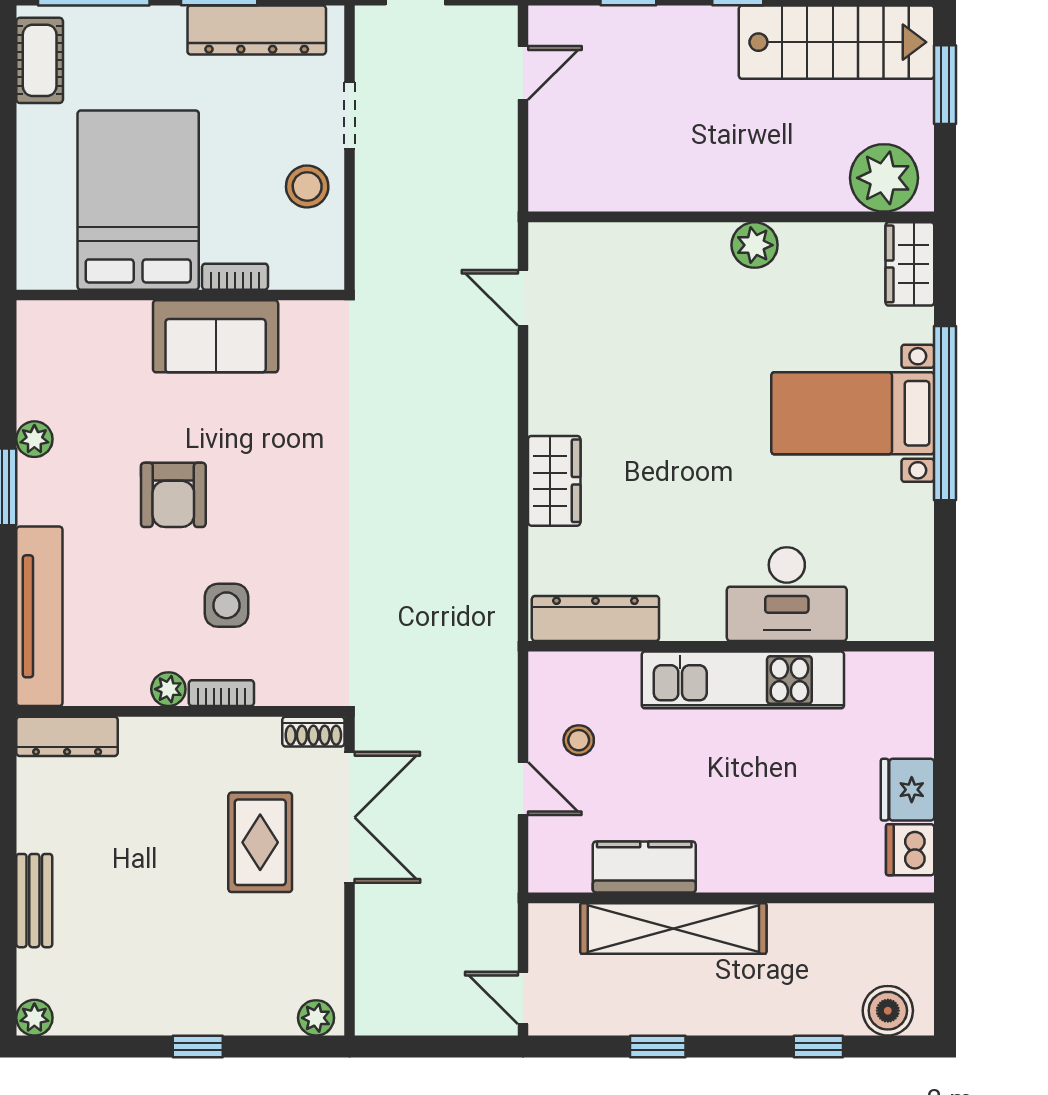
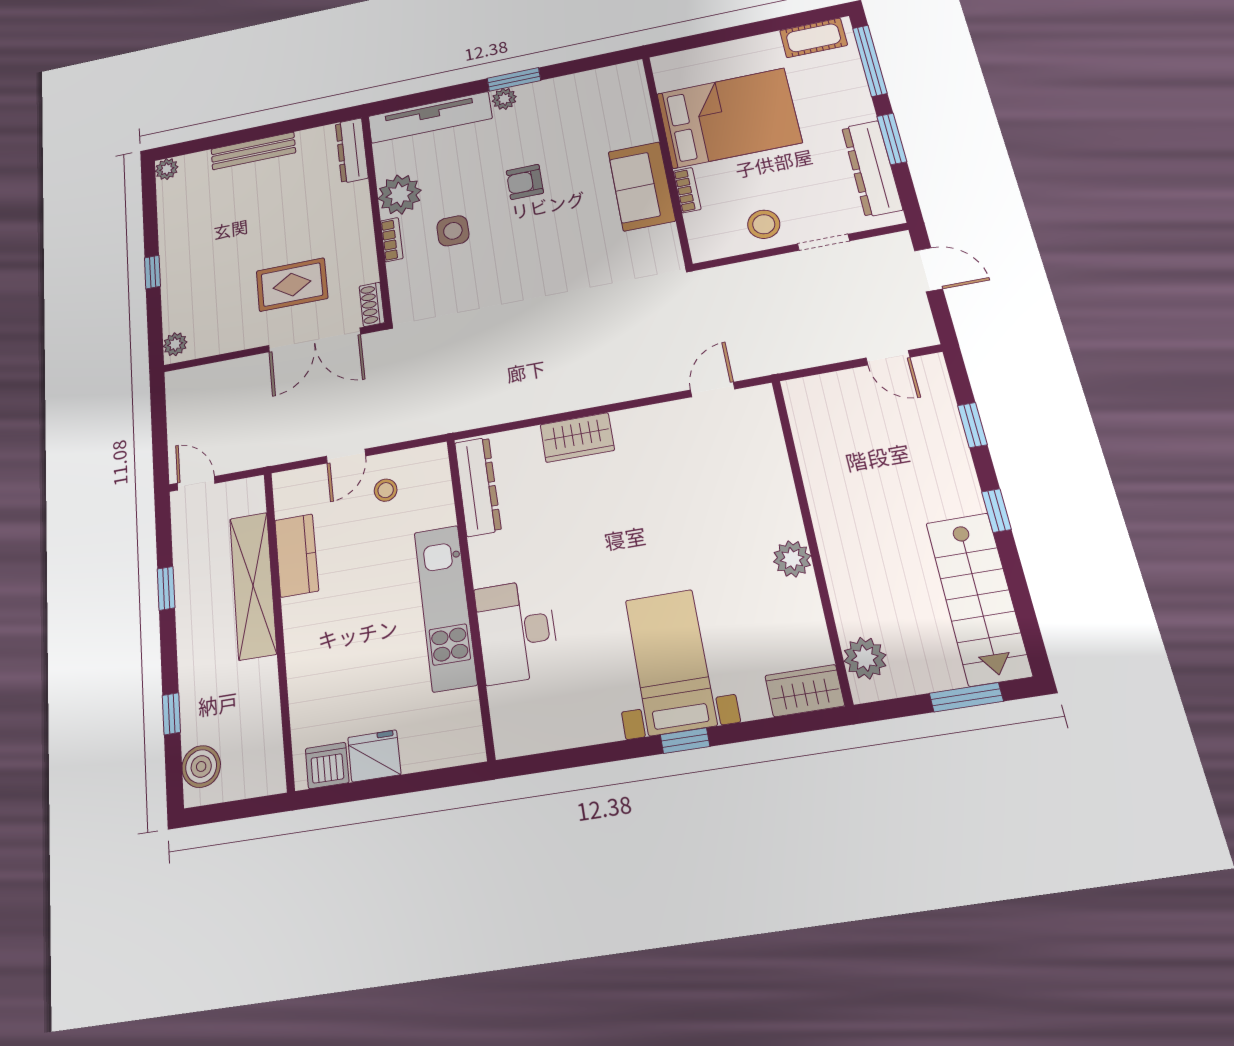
plant: (884, 178) -> (865, 658), width x0.73, depth x0.73
window: (945, 413) -> (685, 741), width x0.32
plant: (34, 439) -> (504, 99), moved
armchair: (173, 495) -> (525, 182), width x0.72, depth x0.72
plant: (168, 689) -> (400, 195), width x1.88, depth x1.88
bench: (34, 901) -> (253, 151), width x1.36
door: (523, 998) -> (196, 483), hinge flipped

